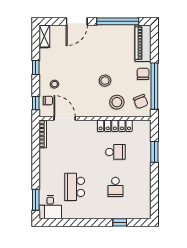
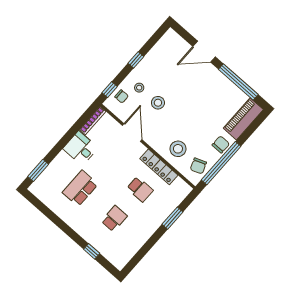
shelving: (44, 36) -> (166, 40), removed
stool: (105, 81) -> (158, 103), moved
door: (65, 118) -> (132, 133), moved
school desk: (115, 187) -> (114, 218), turned 180
desk: (50, 207) -> (81, 148), moved, turned 90

